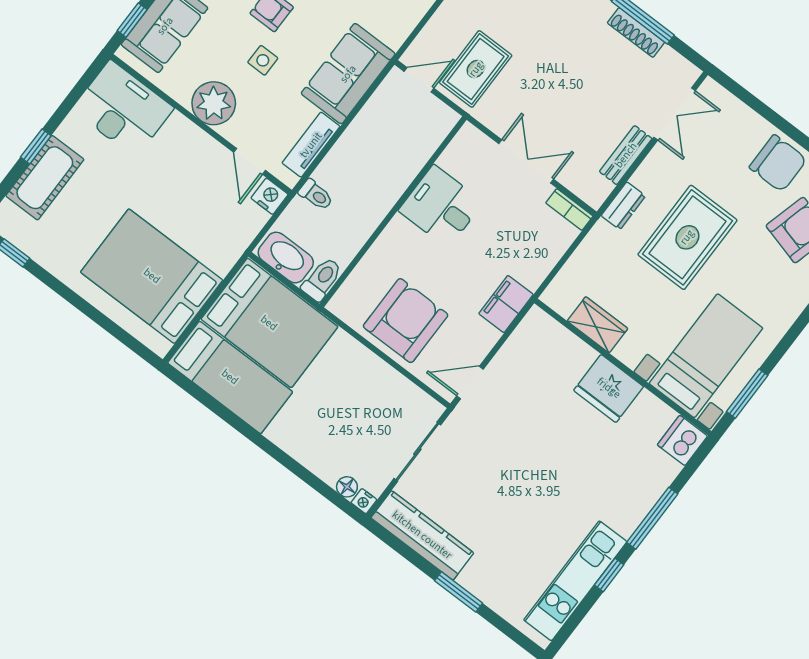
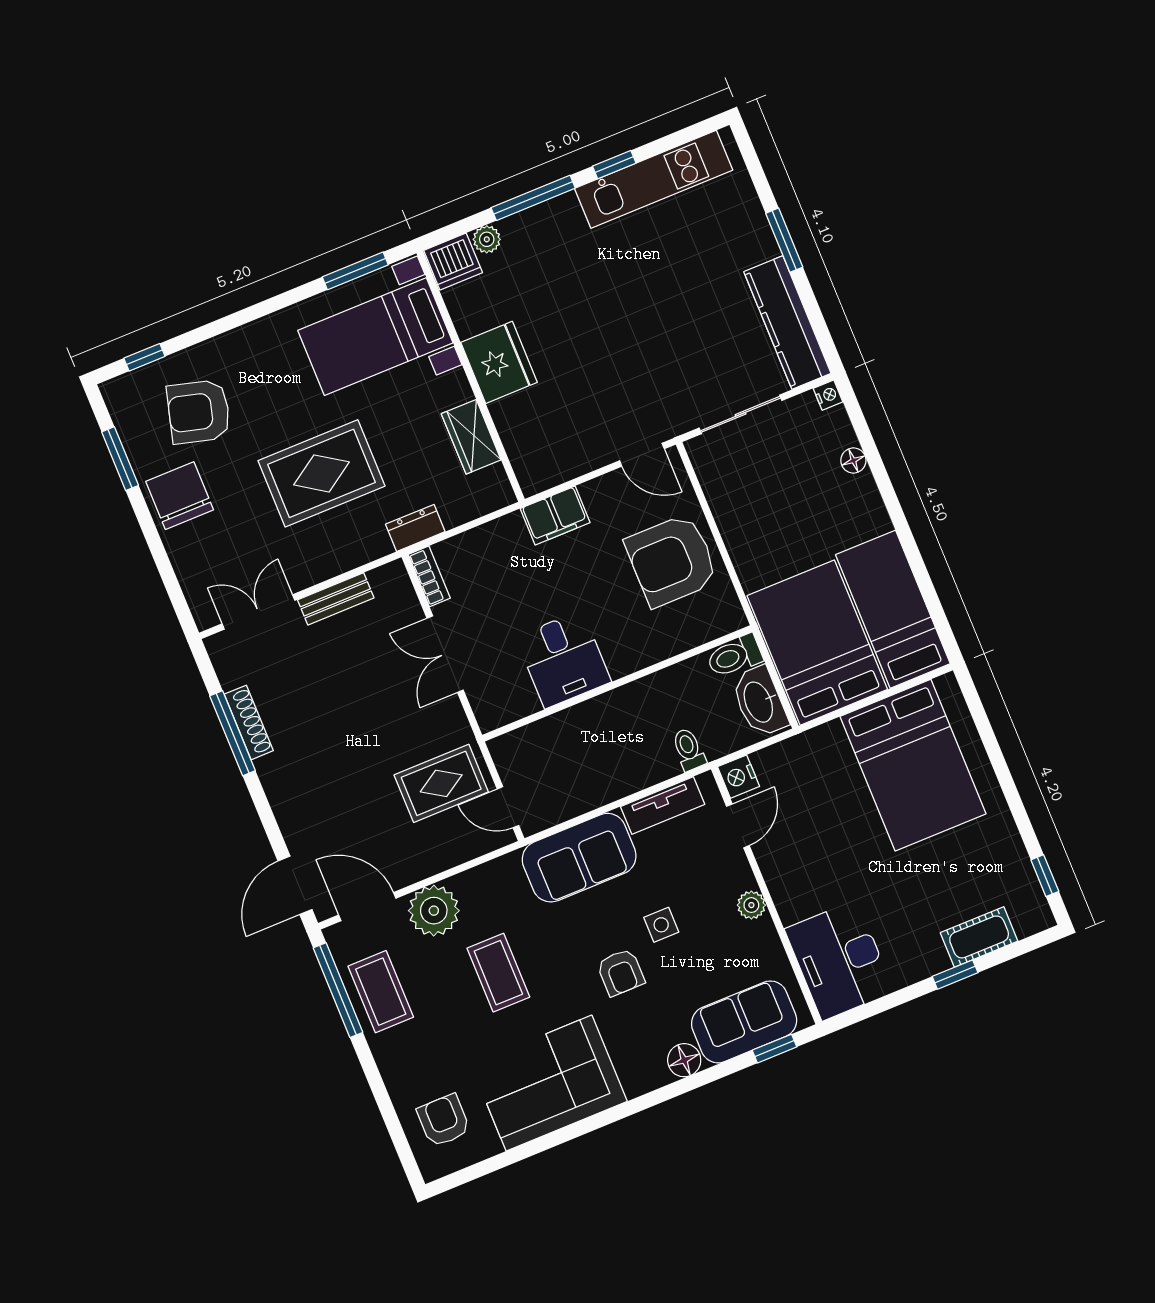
plant: (214, 103) -> (751, 905), width x0.53, depth x0.53
cot: (45, 178) -> (979, 937), width x0.73, depth x0.75
dresser: (623, 206) -> (415, 528), moved
plant: (668, 470) -> (487, 239), added
floor lamp: (347, 487) -> (853, 460), moved

